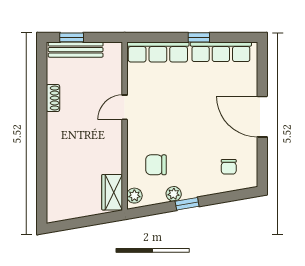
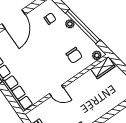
plant: (174, 194) -> (70, 24), moved
window: (187, 204) -> (83, 26), width x3.17

